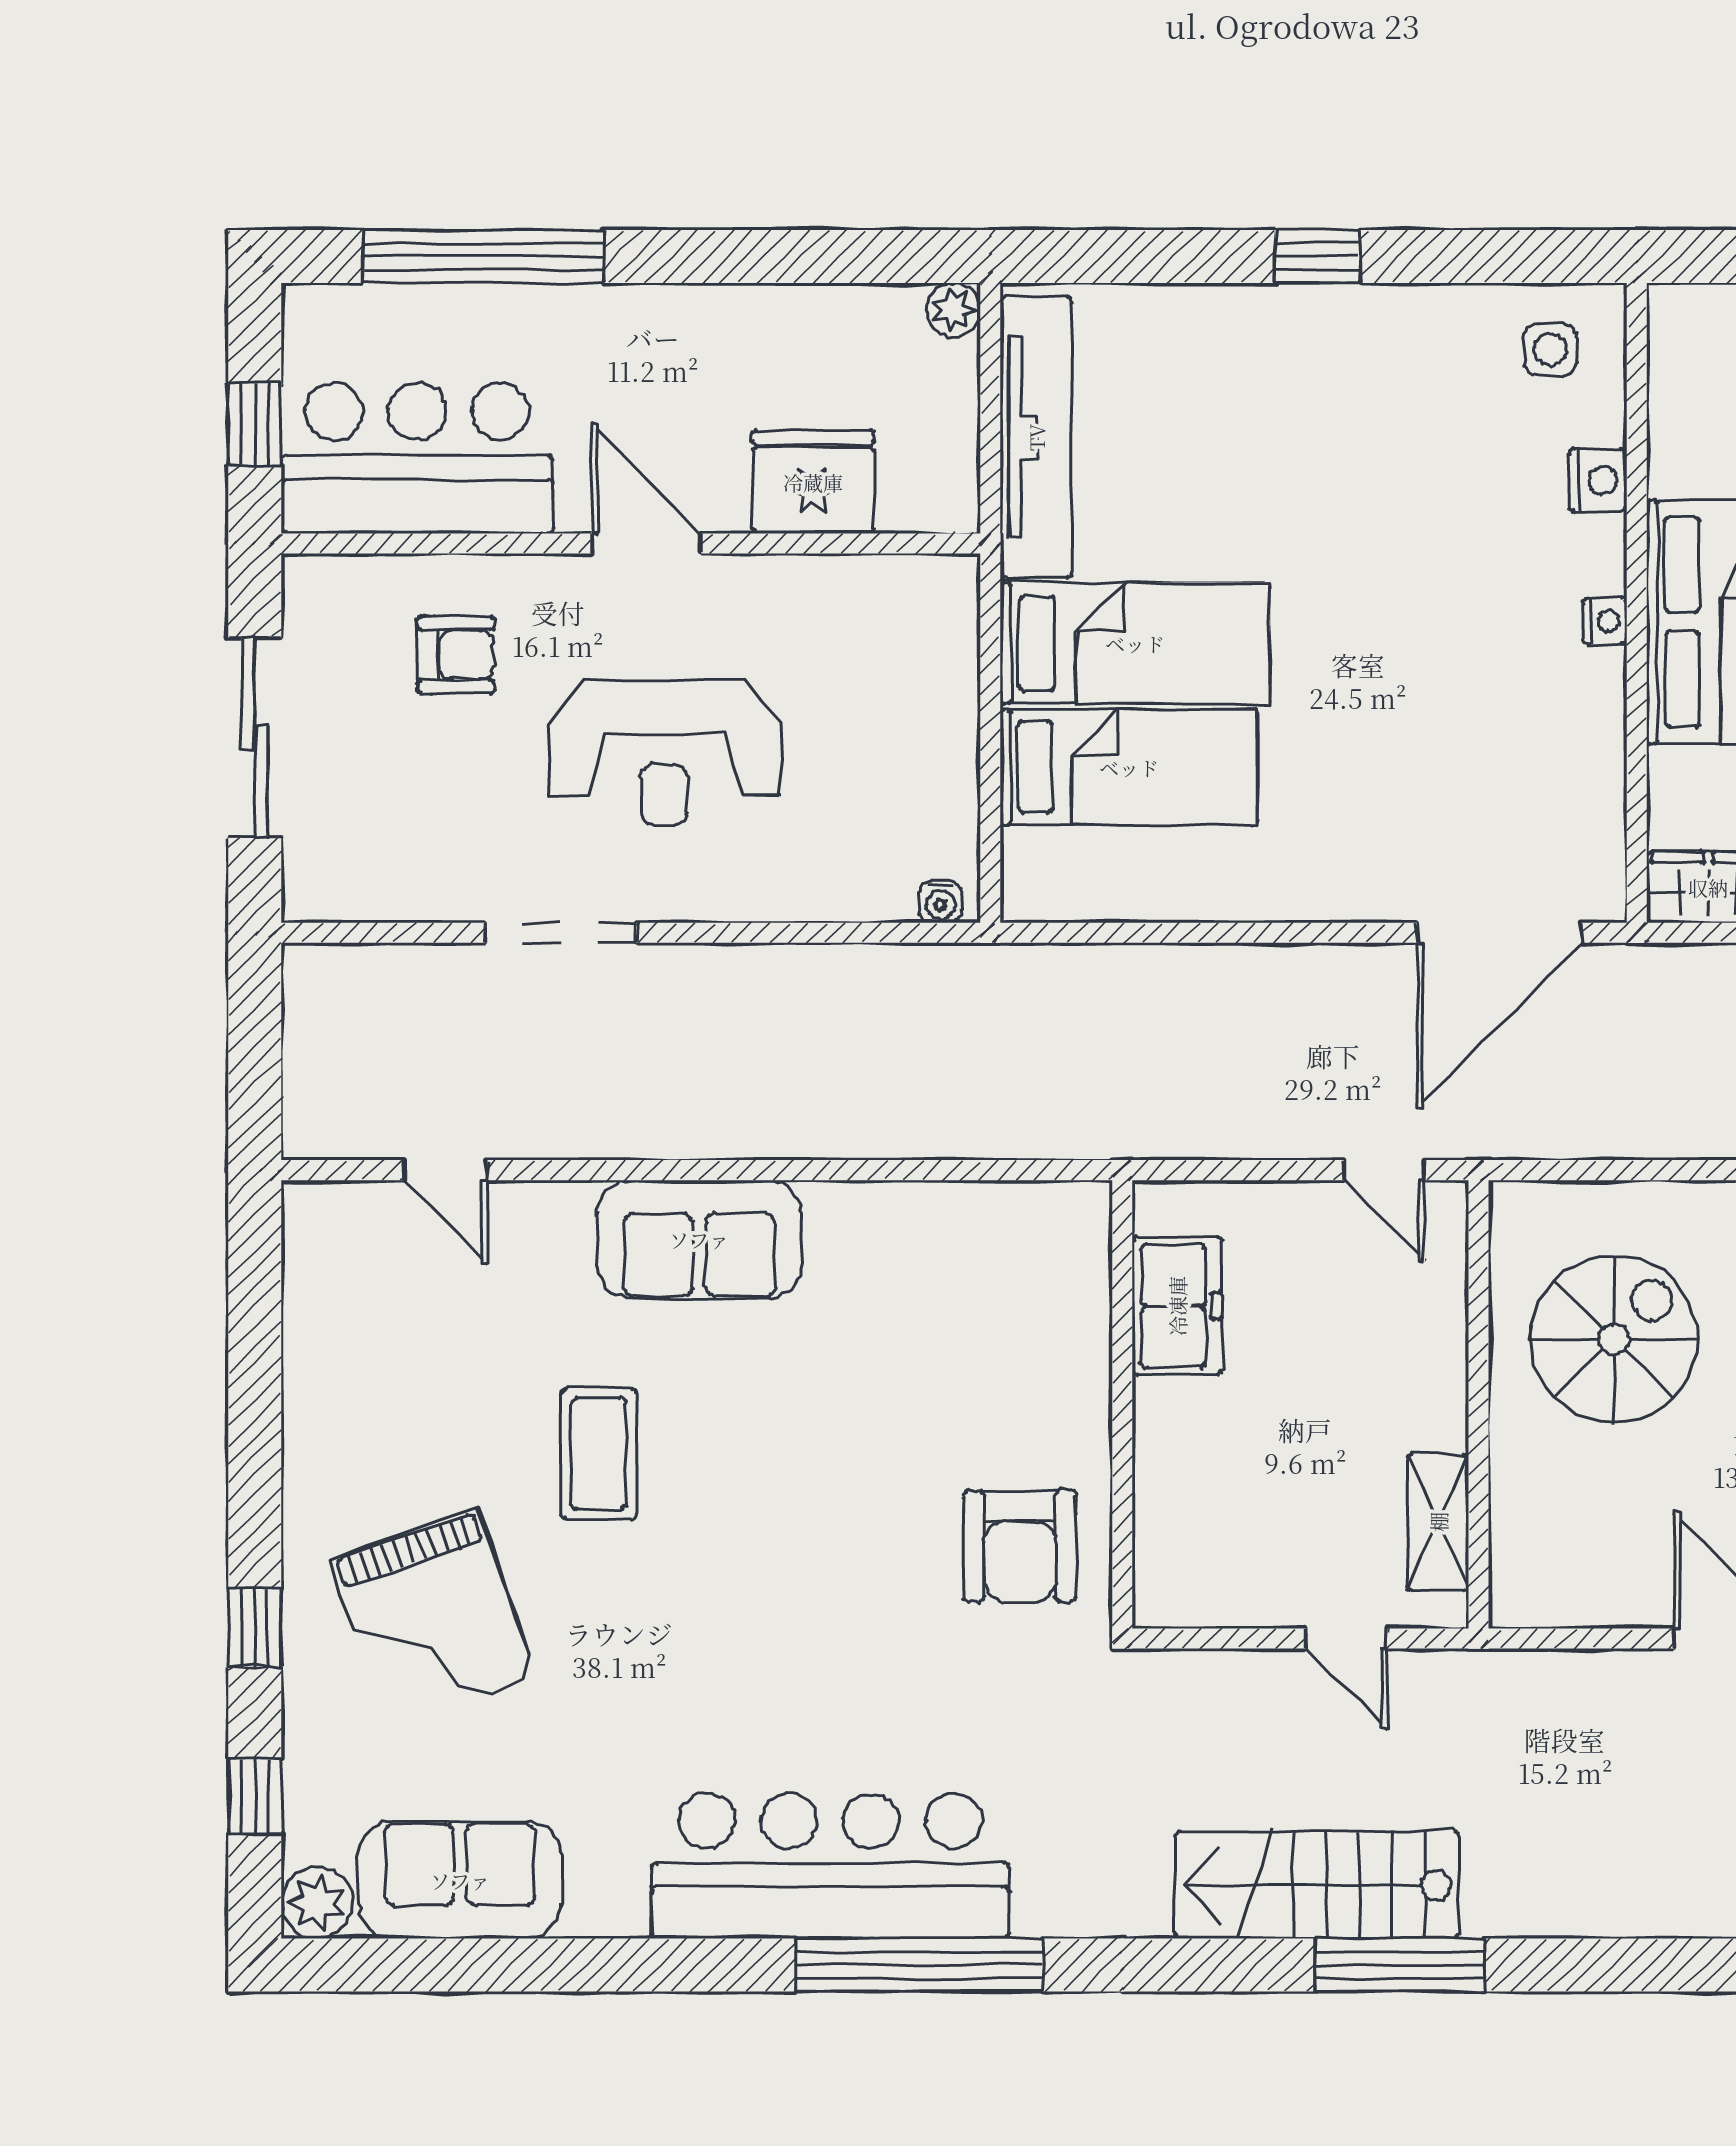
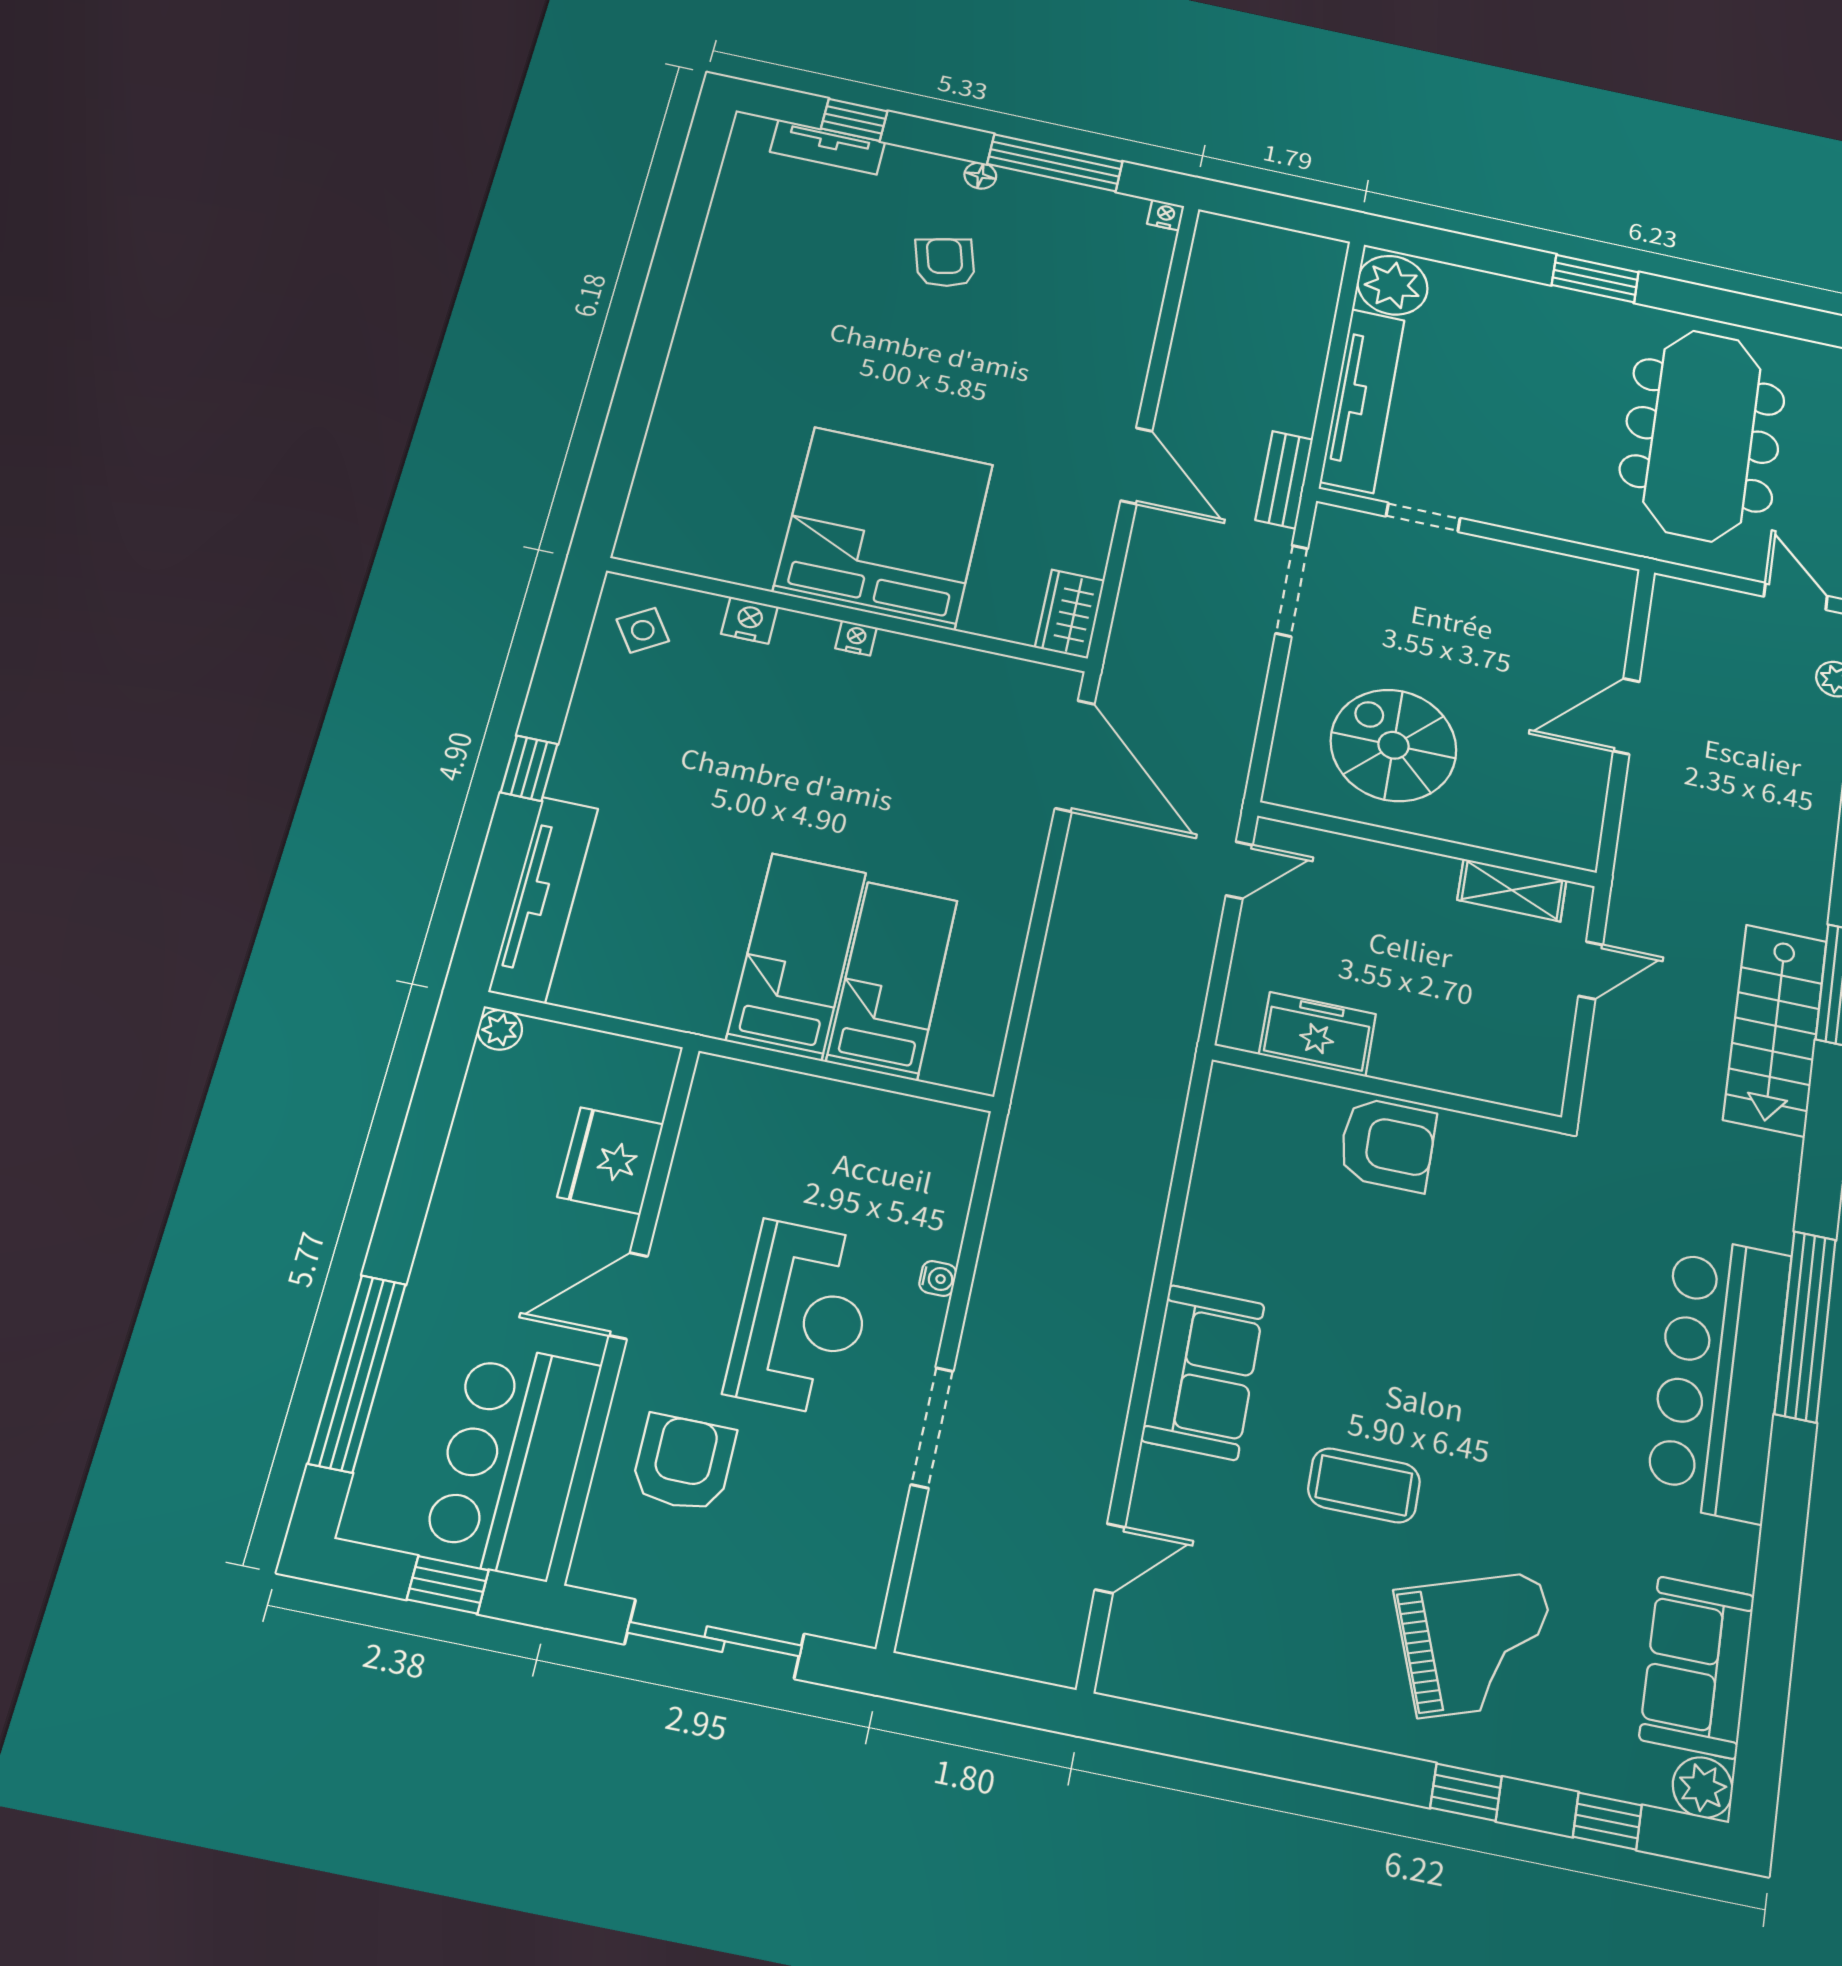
side table: (1550, 349) -> (643, 630), turned -33
tv unit: (1036, 437) -> (544, 899), moved, turned 90
armchair: (456, 655) -> (683, 1463), width x1.38, depth x1.38
water cooler: (940, 902) -> (938, 1278), moved
armchair: (1020, 1546) -> (1387, 1144), moved

